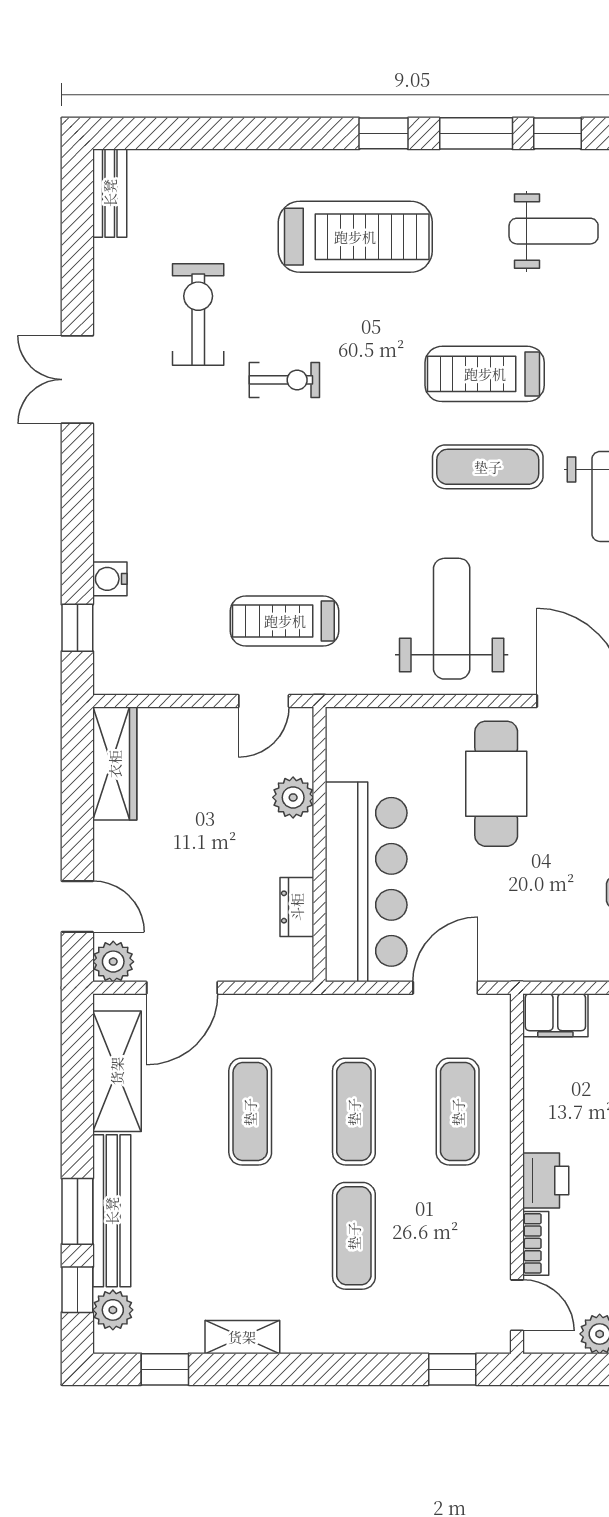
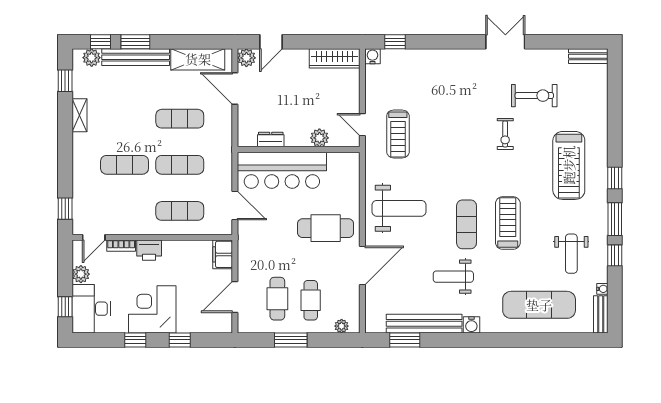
water cooler: (110, 579) -> (373, 56), moved
treadmill: (285, 621) -> (398, 134), turned 180

